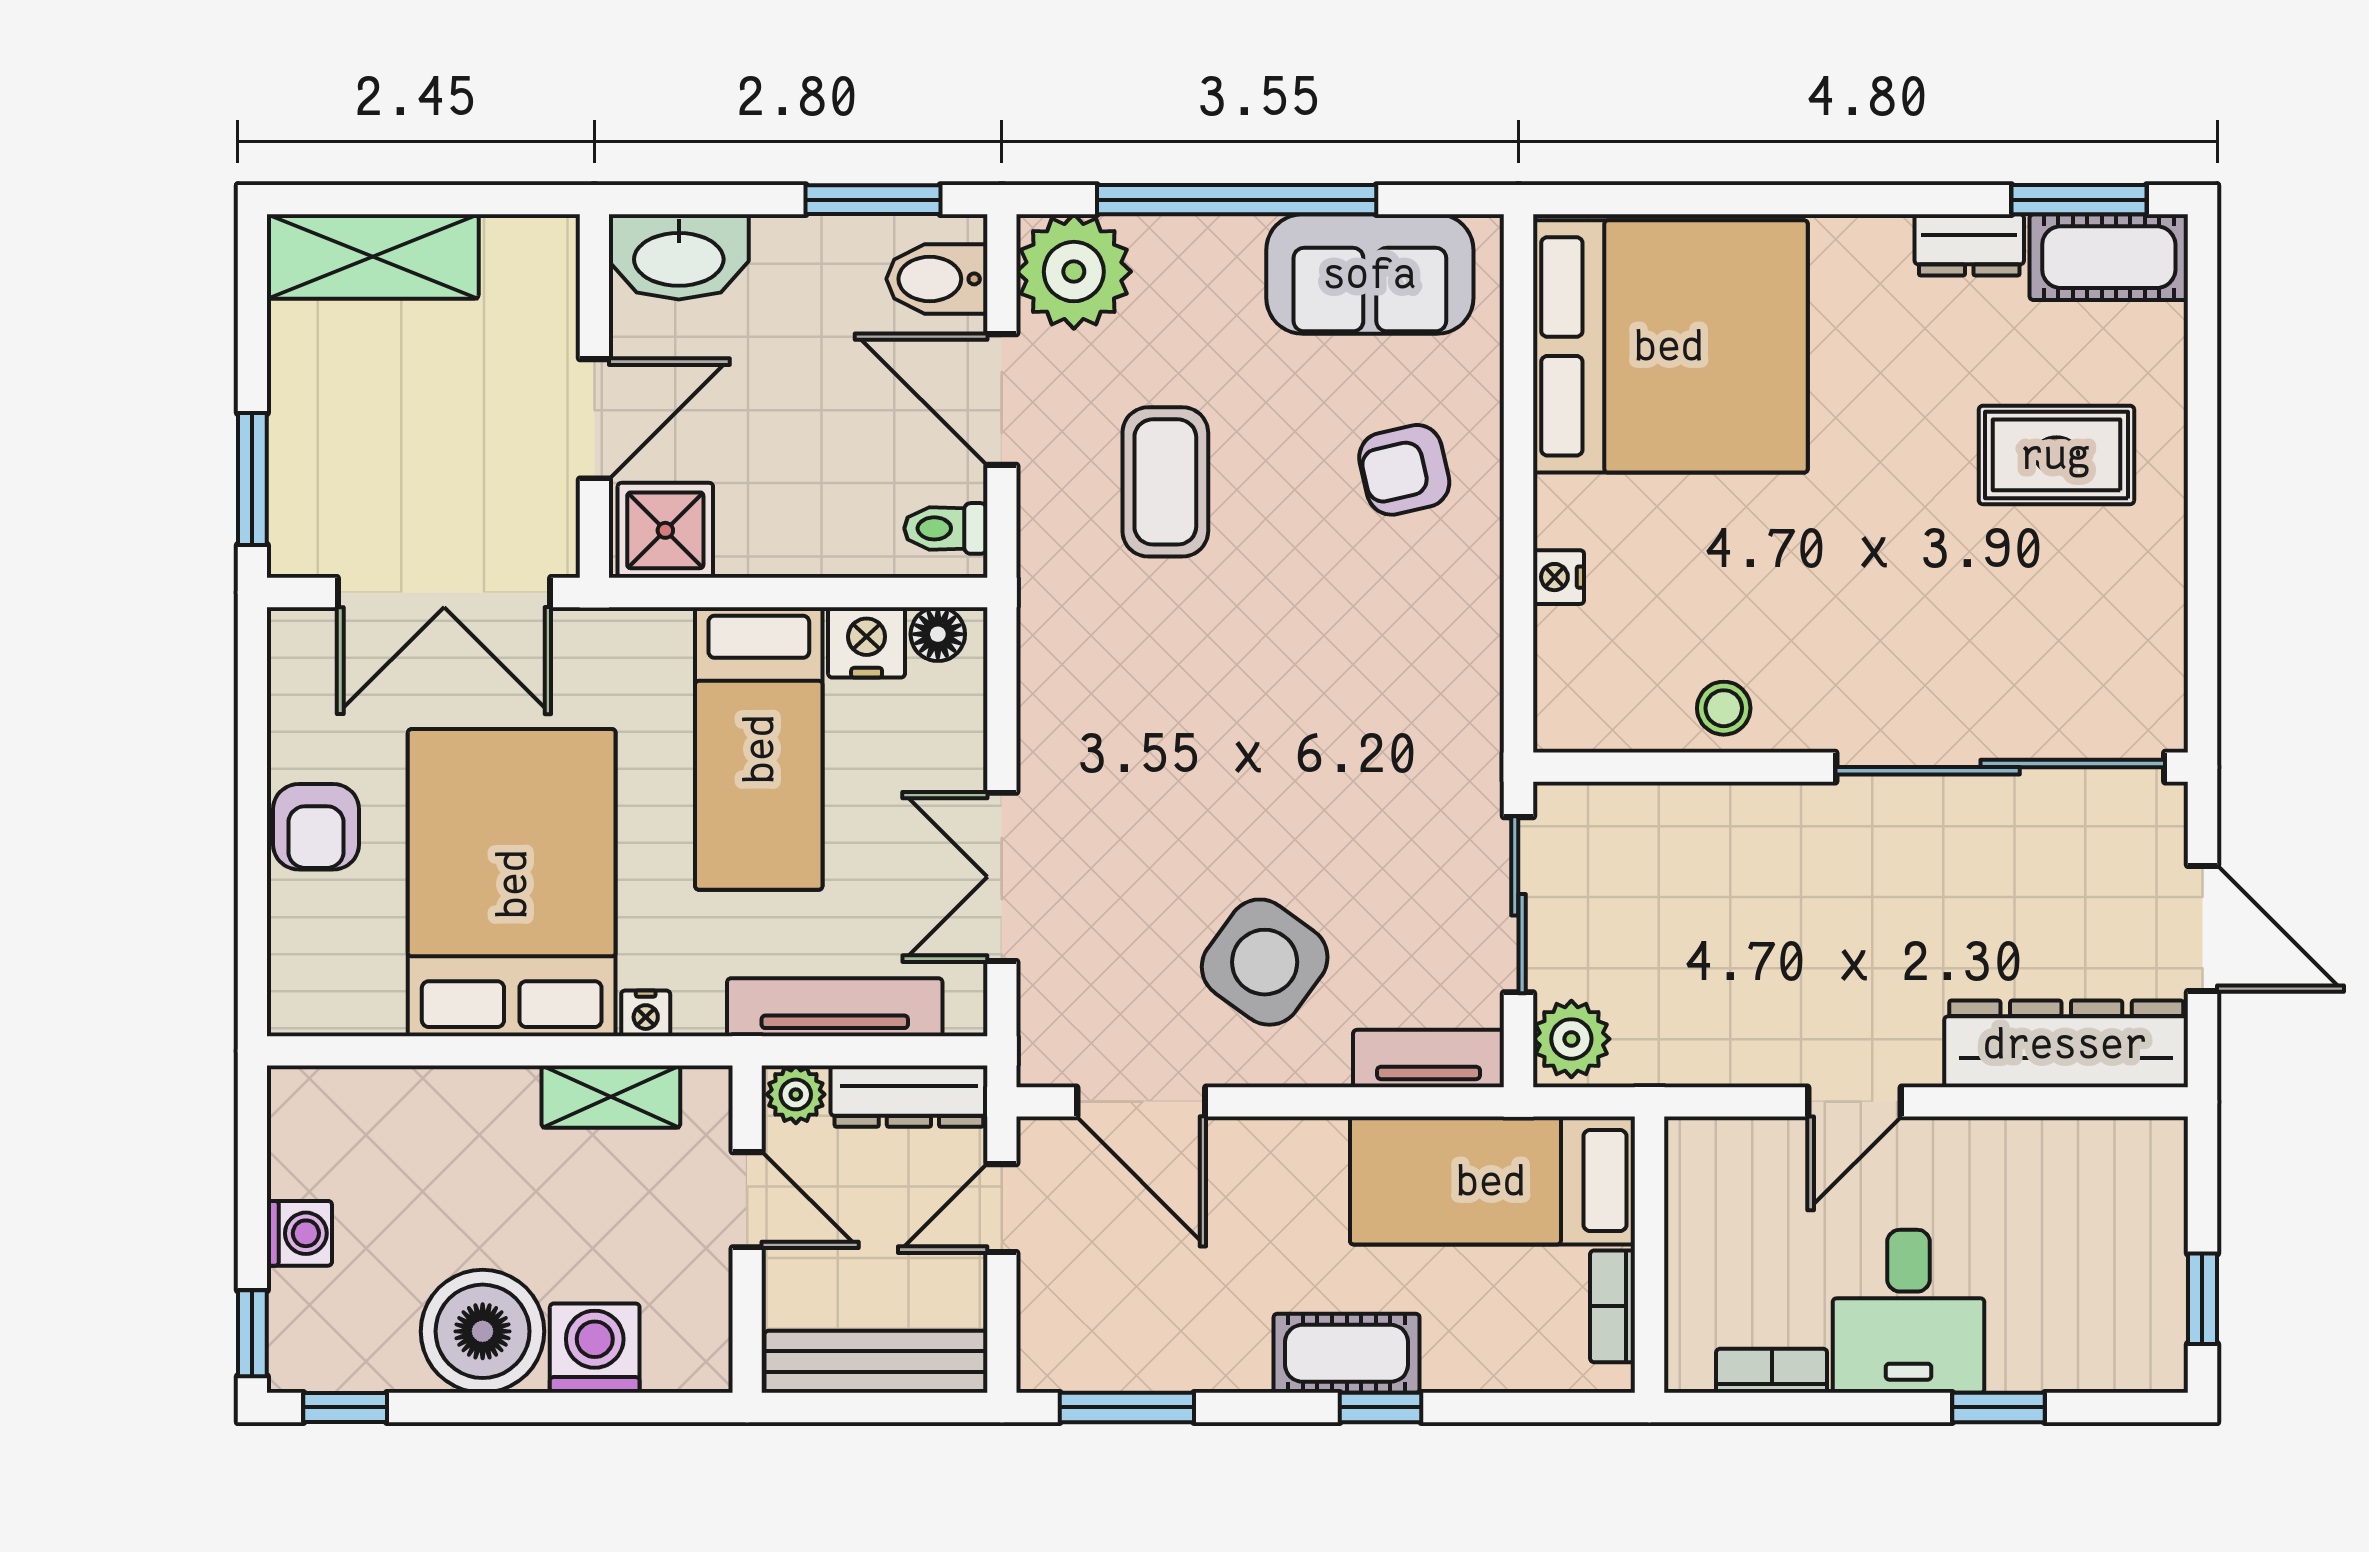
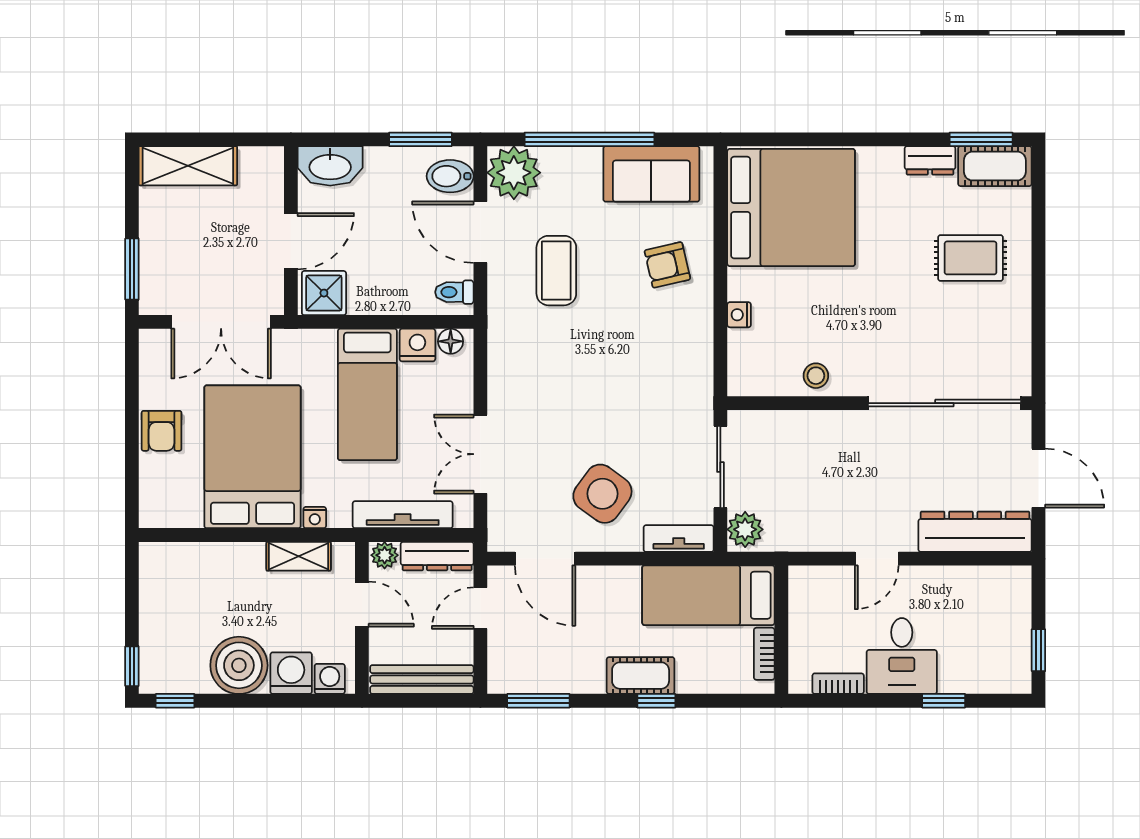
washing machine: (299, 1233) -> (330, 679), moved, turned -90

